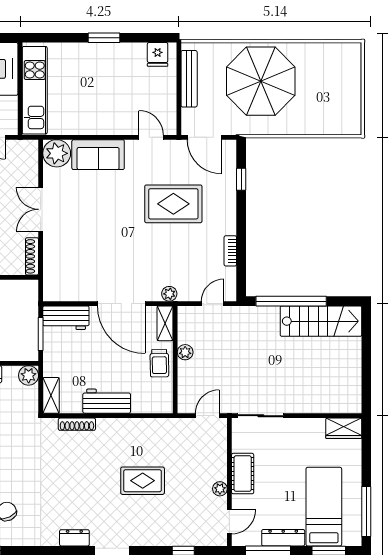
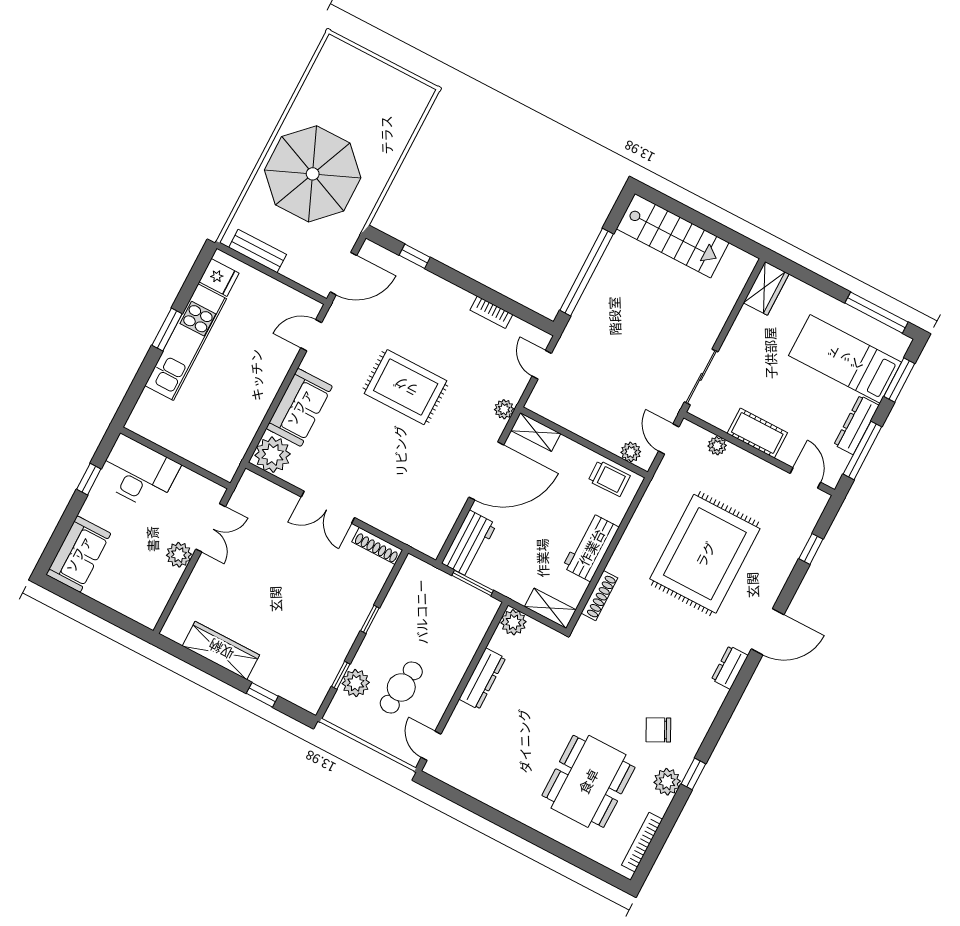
bench: (189, 79) -> (258, 251), width x0.73
kitchen unit: (35, 90) -> (186, 342), moved, turned 90
rug: (173, 204) -> (406, 387), moved, turned 90
stairs: (321, 321) -> (673, 236), moved, turned 90
plant: (185, 352) -> (631, 452), moved
trolley: (159, 363) -> (609, 478), moved
rug: (143, 481) -> (705, 554), width x1.86, depth x2.06
plant: (220, 489) -> (717, 446), moved

